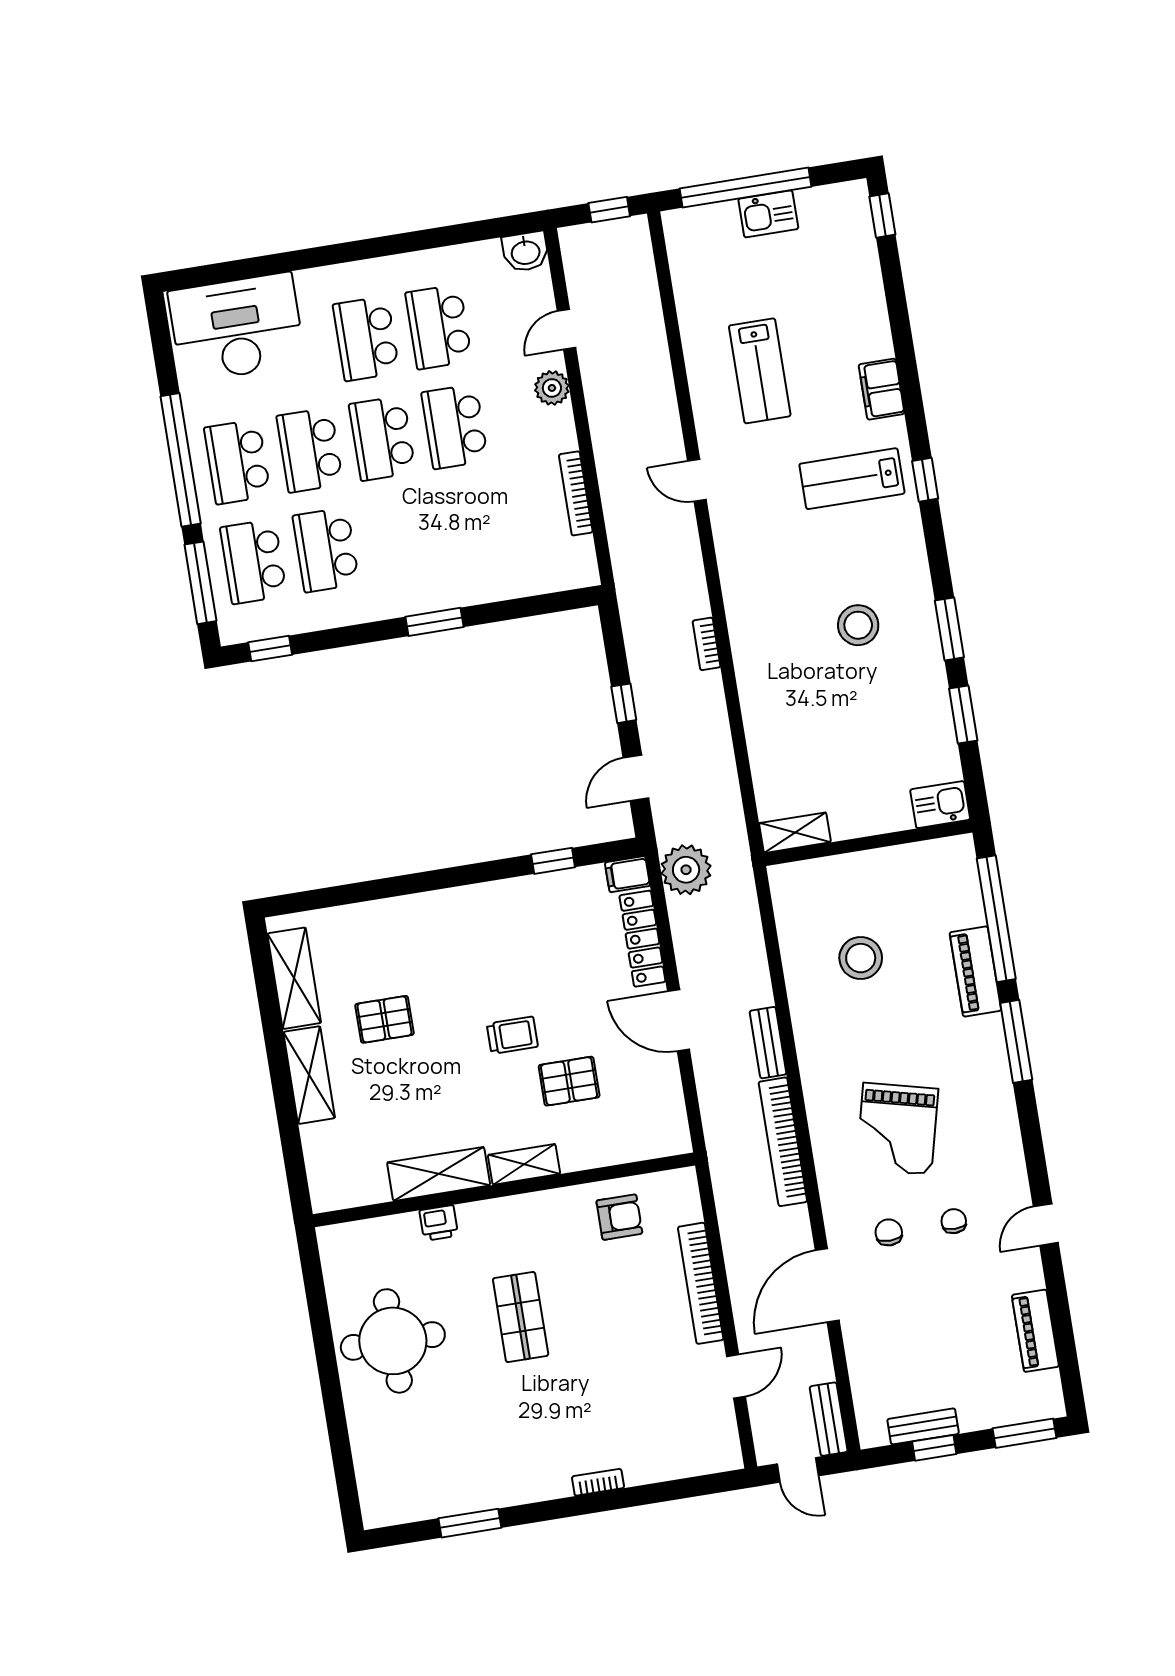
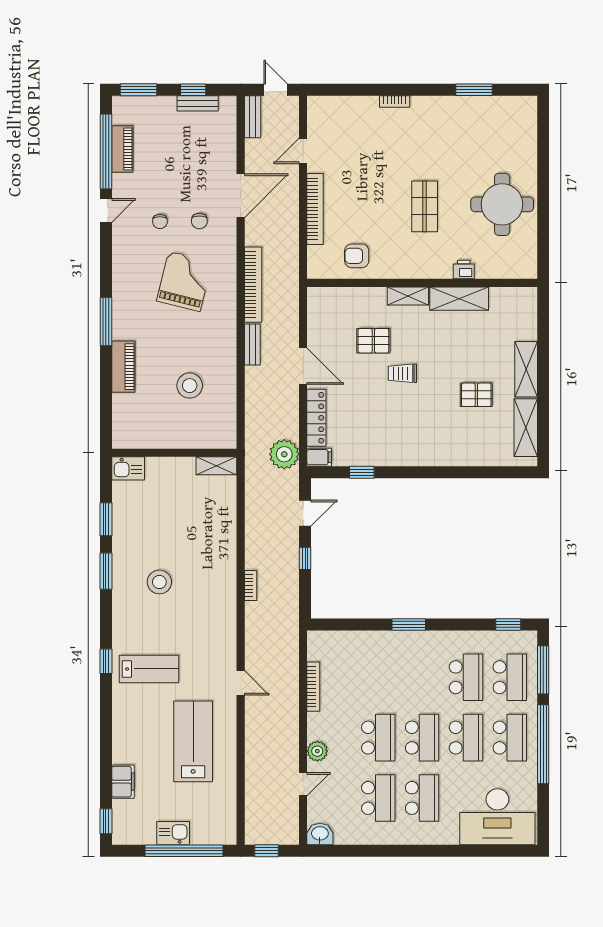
lab bench: (760, 371) -> (193, 741), width x1.36, depth x1.39
filing cabinet: (882, 389) -> (123, 782), moved
window: (996, 919) -> (106, 152), moved

